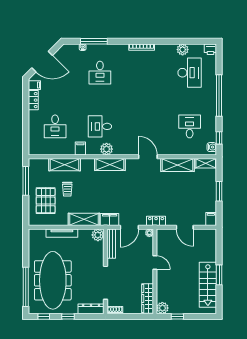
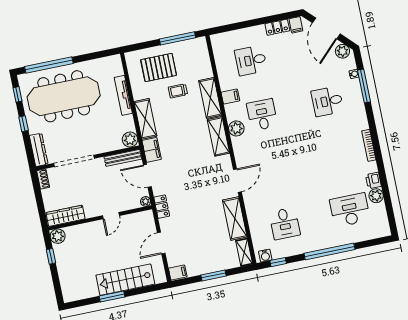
printer: (210, 49) -> (373, 180), moved
plant: (63, 53) -> (342, 51), added
desk: (190, 73) -> (350, 210), turned 180
desk: (190, 126) -> (285, 224), turned 90
shelving: (65, 165) -> (210, 98), moved
stairs: (208, 285) -> (125, 280), moved

